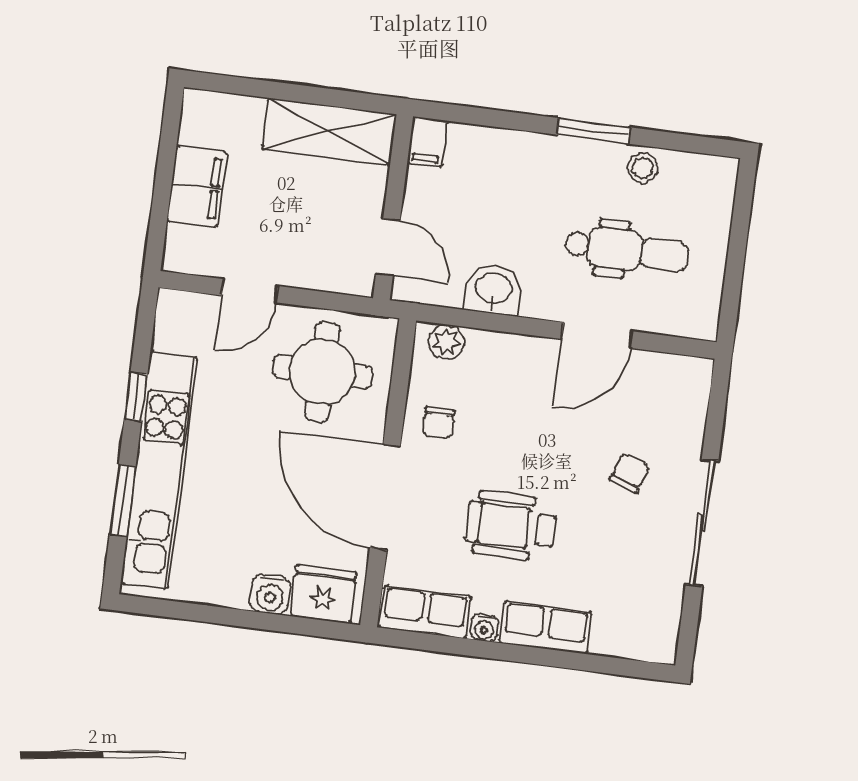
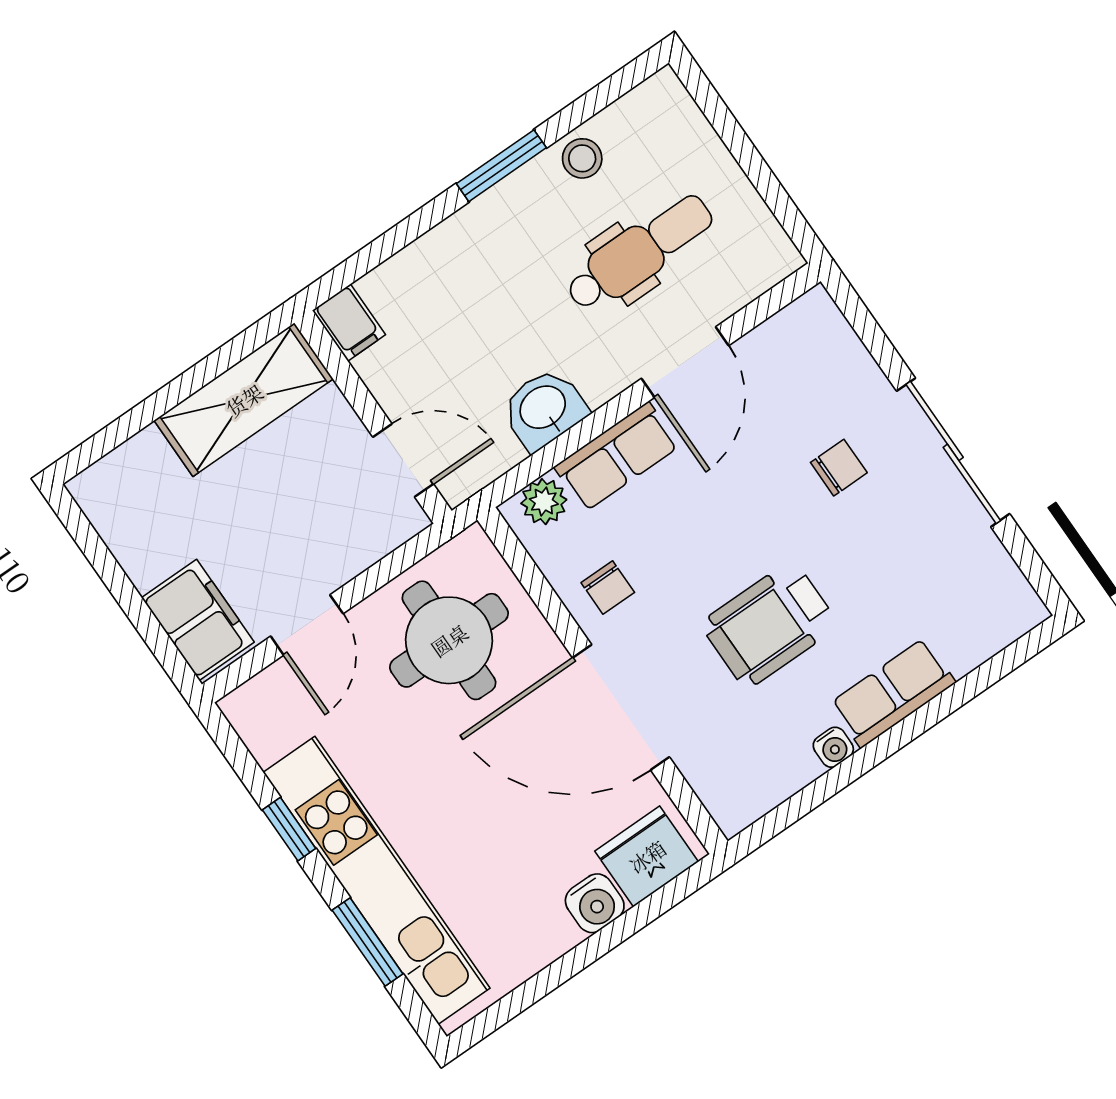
filing cabinet: (197, 187) -> (198, 620), moved
chair: (630, 473) -> (839, 468), turned 70
row of seats: (425, 612) -> (617, 457), moved, turned 180

